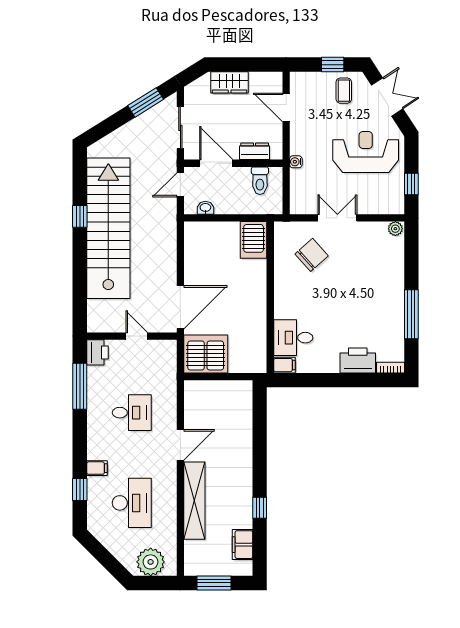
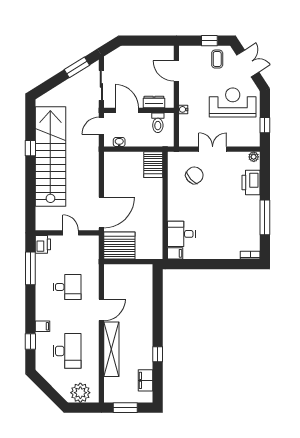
wardrobe: (230, 82) -> (136, 53), removed
printer: (358, 361) -> (251, 182), moved, turned -90

